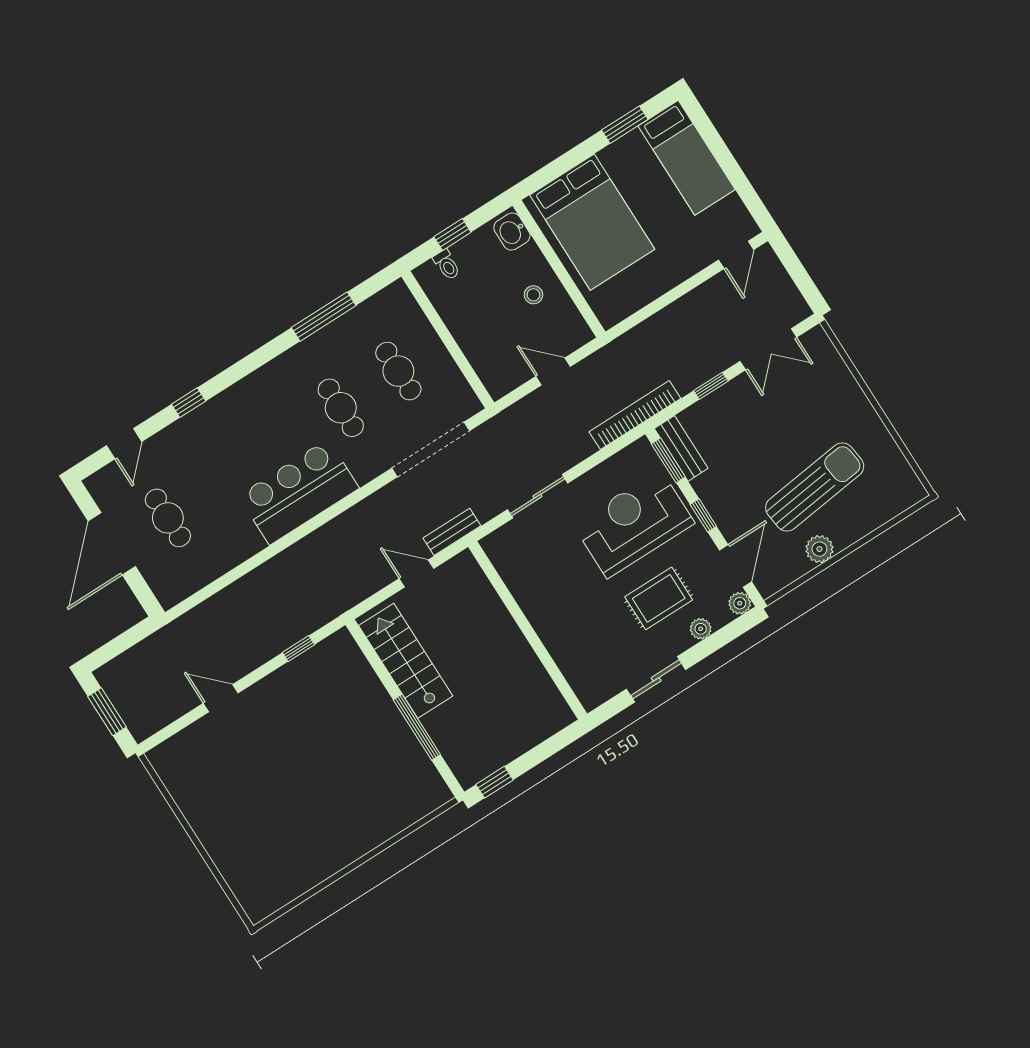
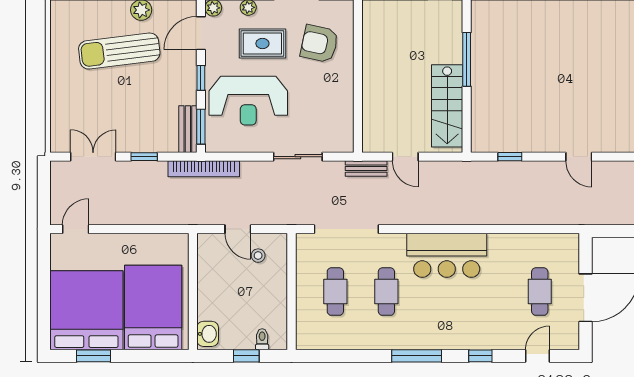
bed: (687, 158) -> (86, 310), width x2.04
stool: (533, 295) -> (258, 256), moved
window: (324, 317) -> (417, 356), moved
armchair: (594, 639) -> (319, 44), added

